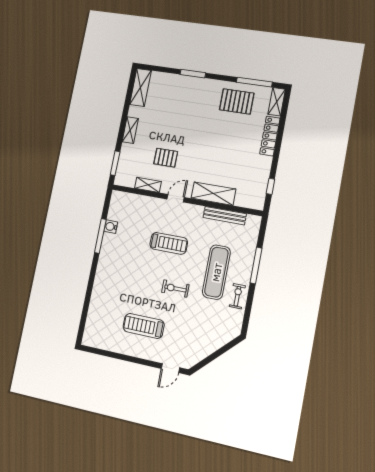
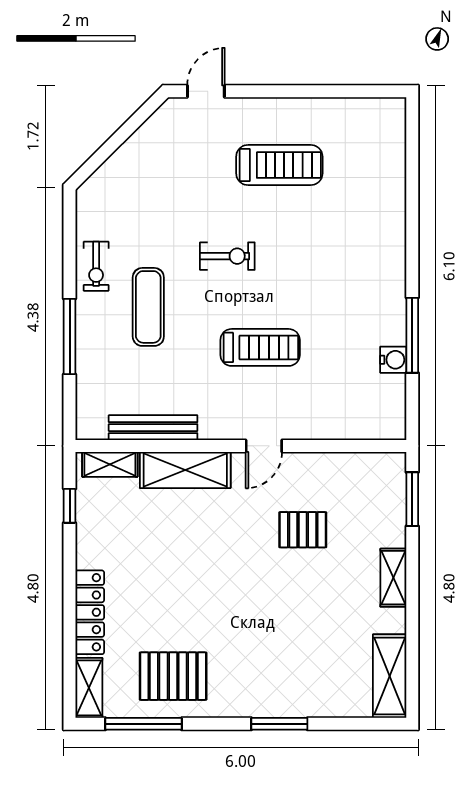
shelving: (148, 185) -> (110, 464), moved
treadmill: (169, 243) -> (260, 347), turned 180
exercise mat: (216, 272) -> (148, 307), width x0.73, depth x0.69

